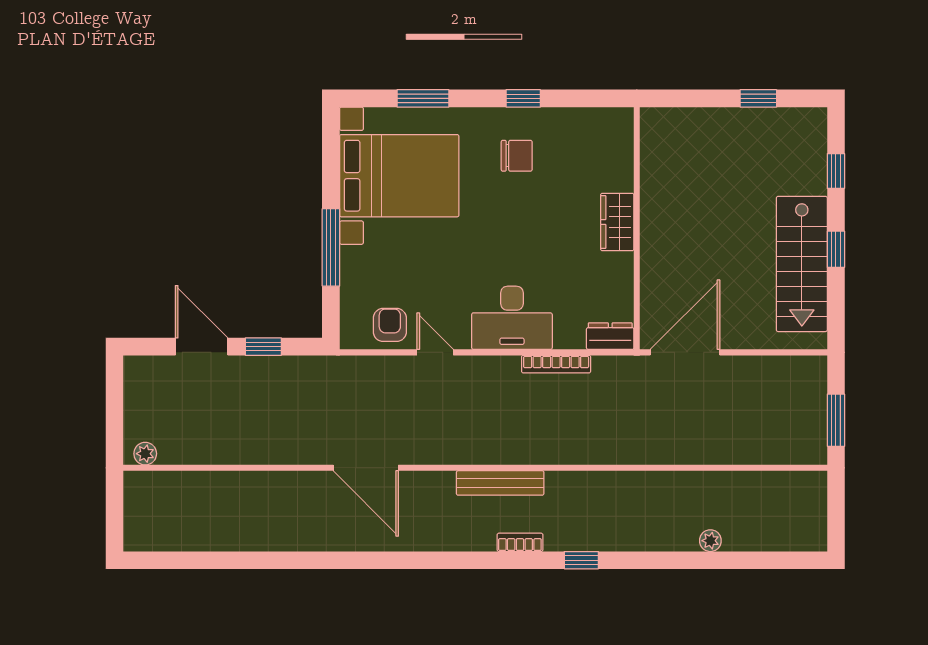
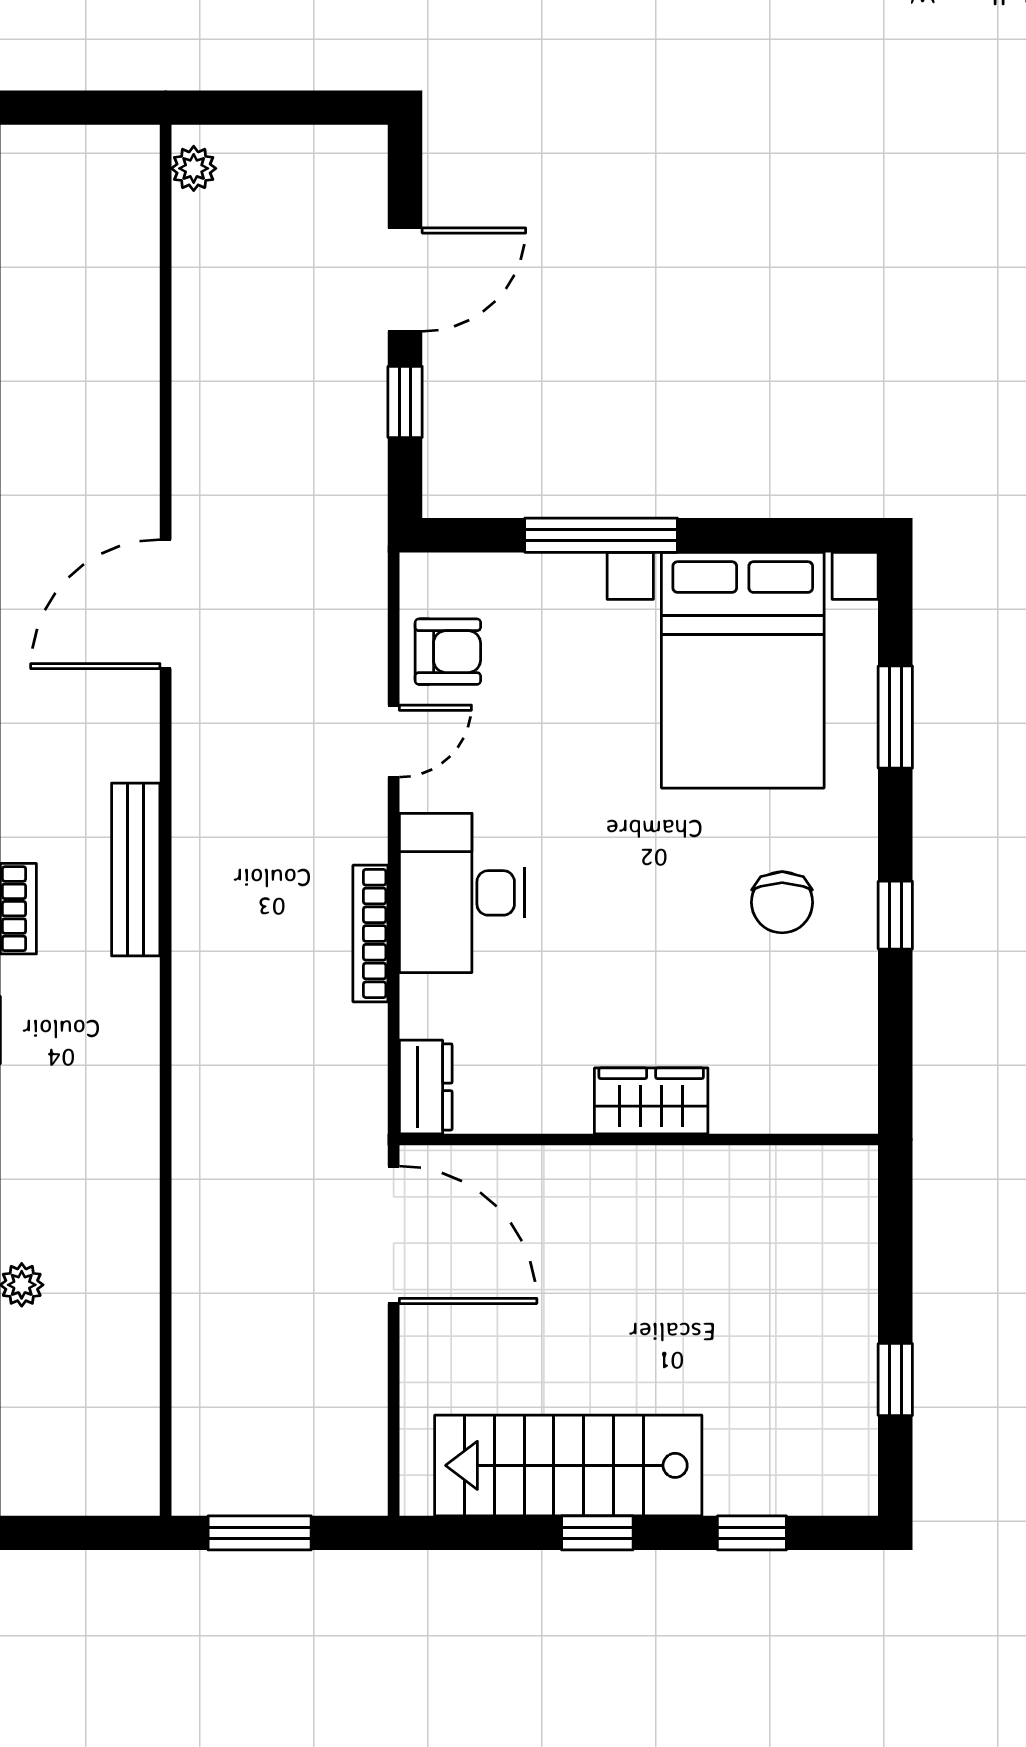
bookcase: (556, 364) -> (370, 933), moved

